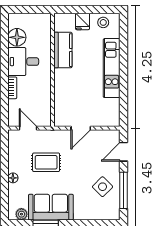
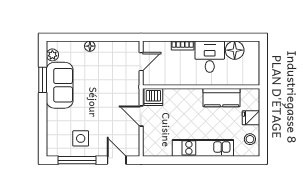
dishwasher: (62, 116) -> (153, 97), added
rug: (46, 162) -> (106, 80), removed
side table: (103, 187) -> (81, 138), turned 45

